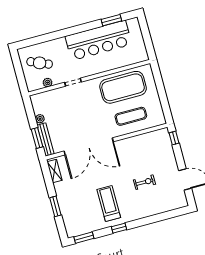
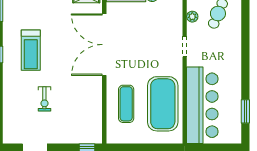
bar counter: (98, 40) -> (202, 105), moved, turned 180
treadmill: (109, 204) -> (31, 50), turned 90

